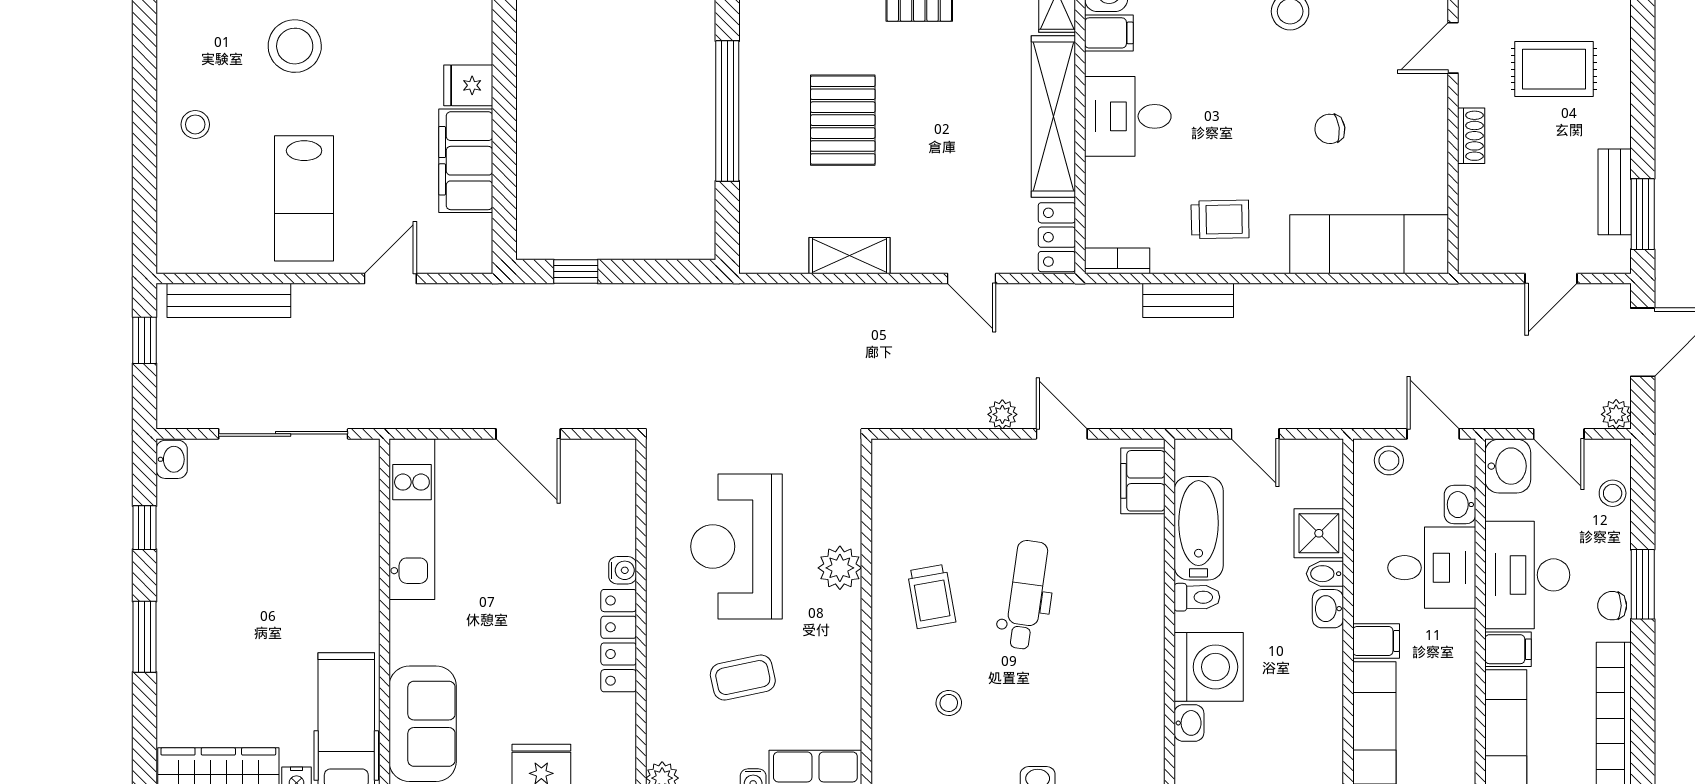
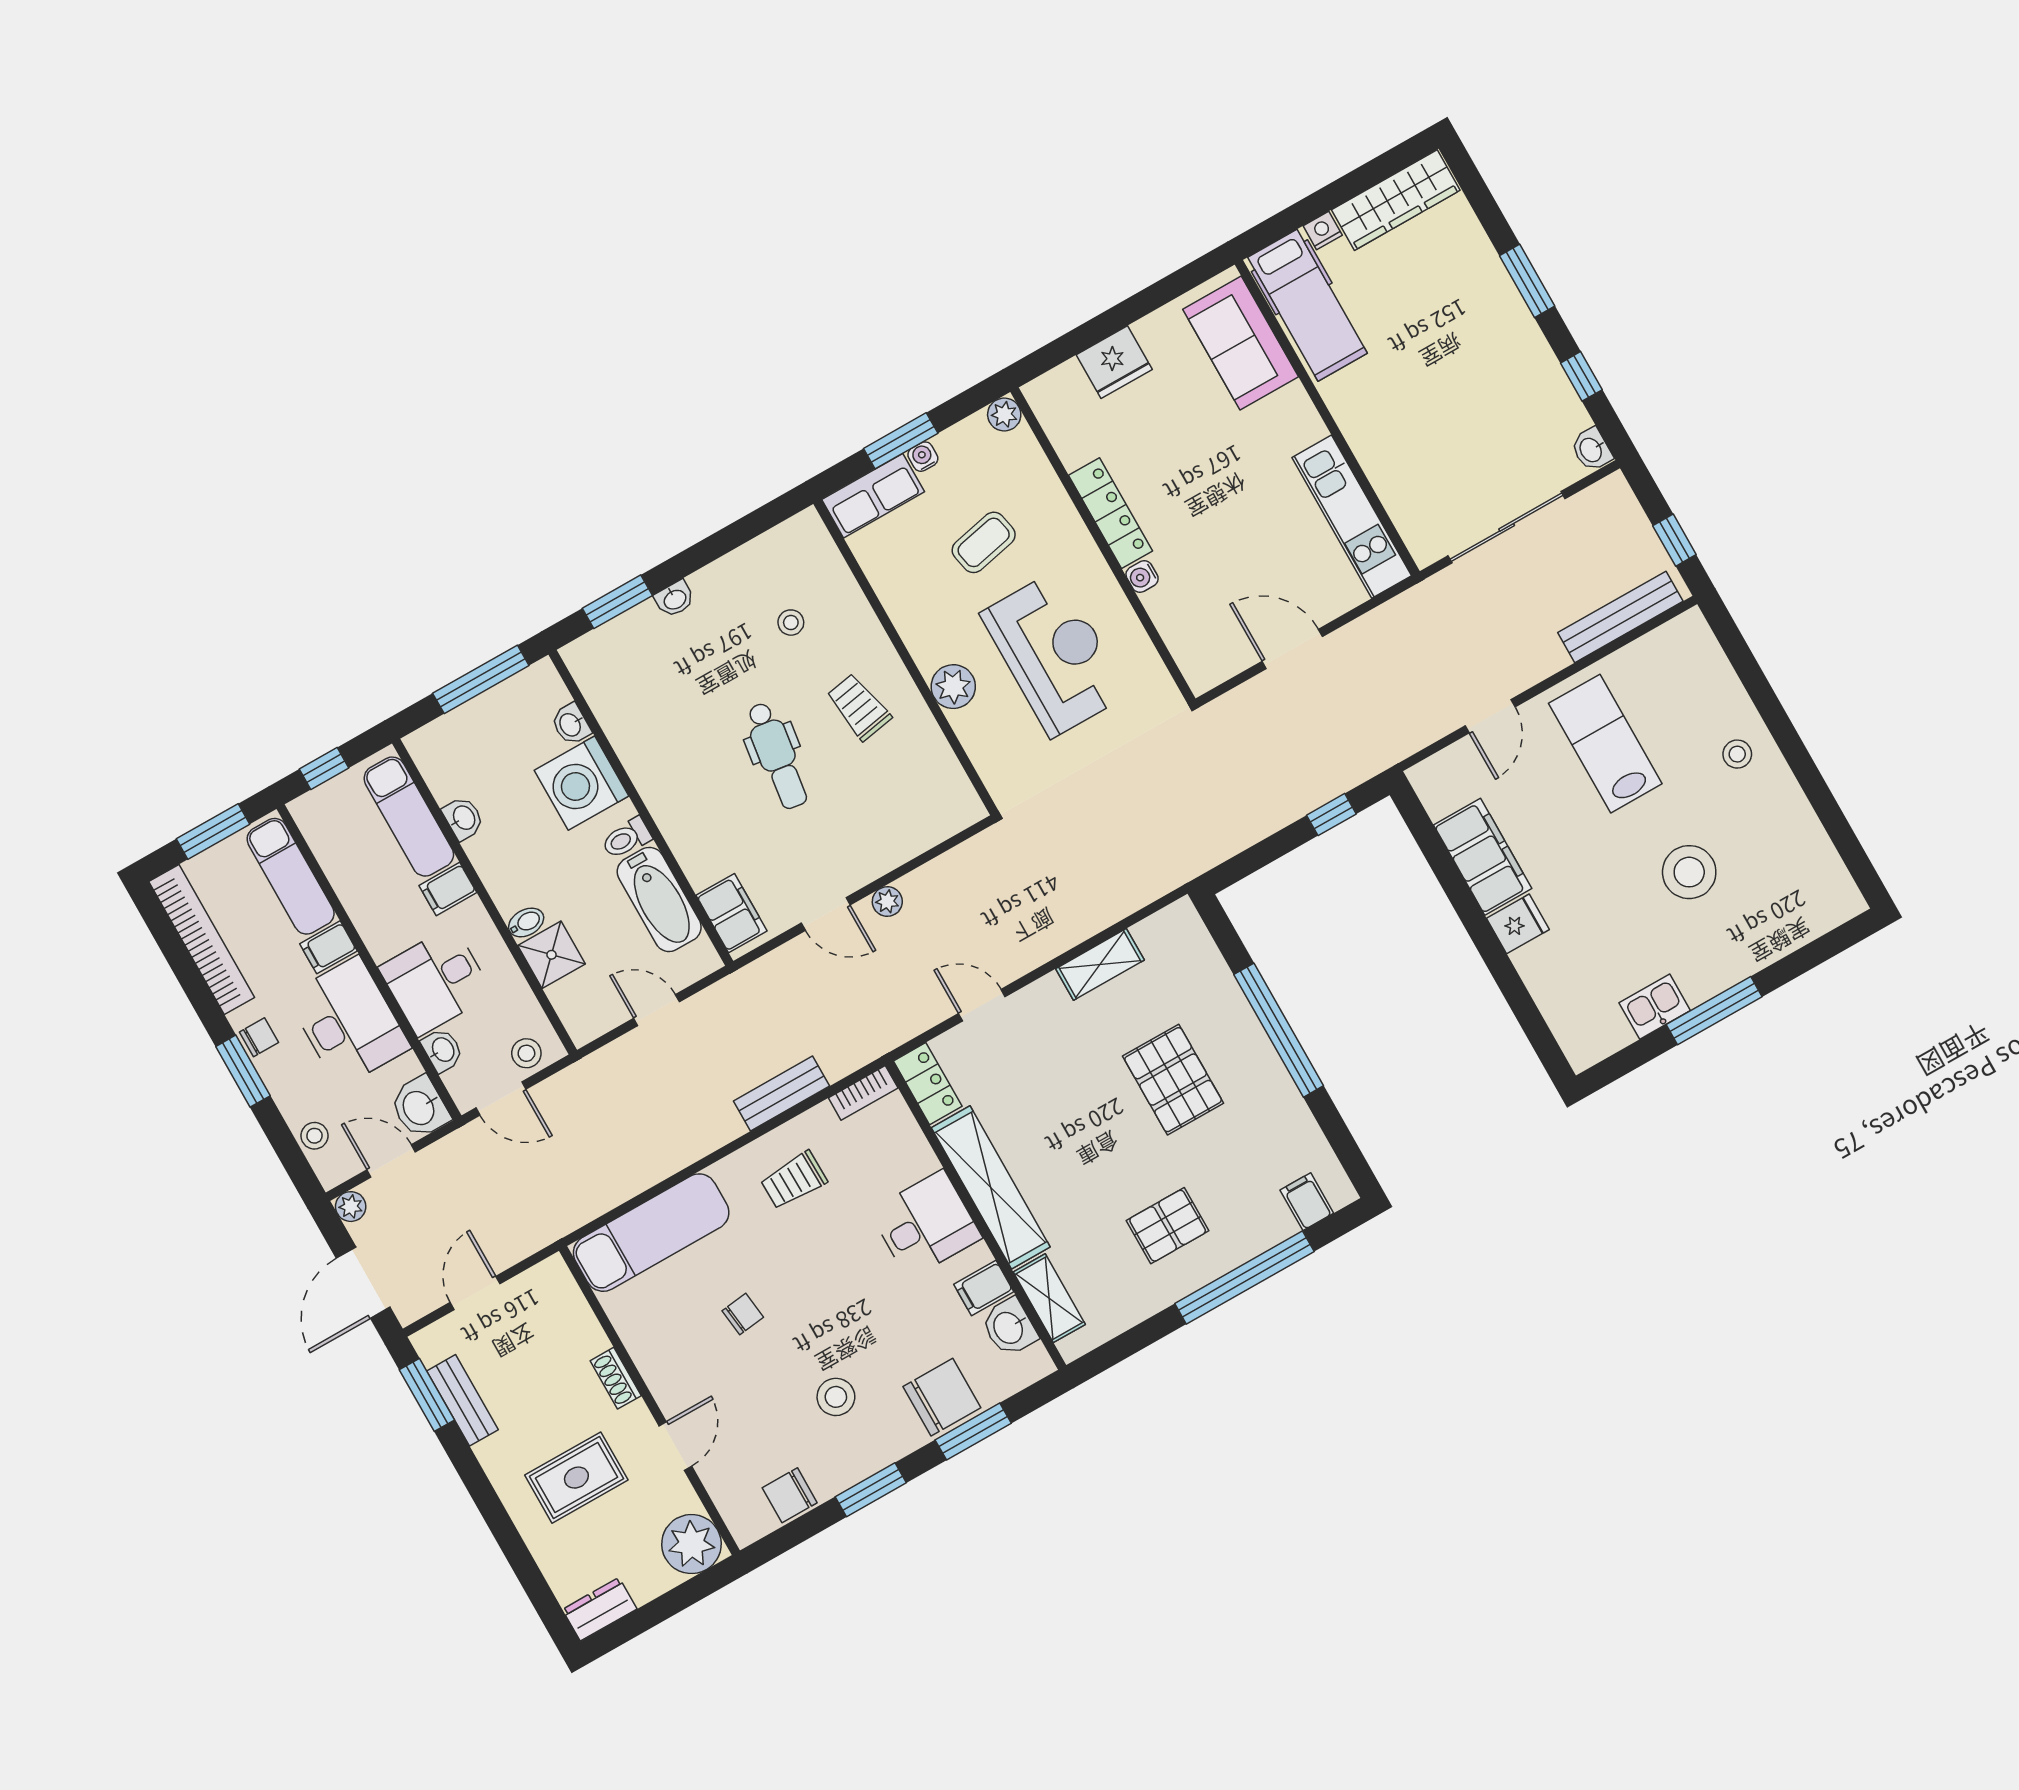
washbasin: (1328, 609) -> (463, 818), moved

